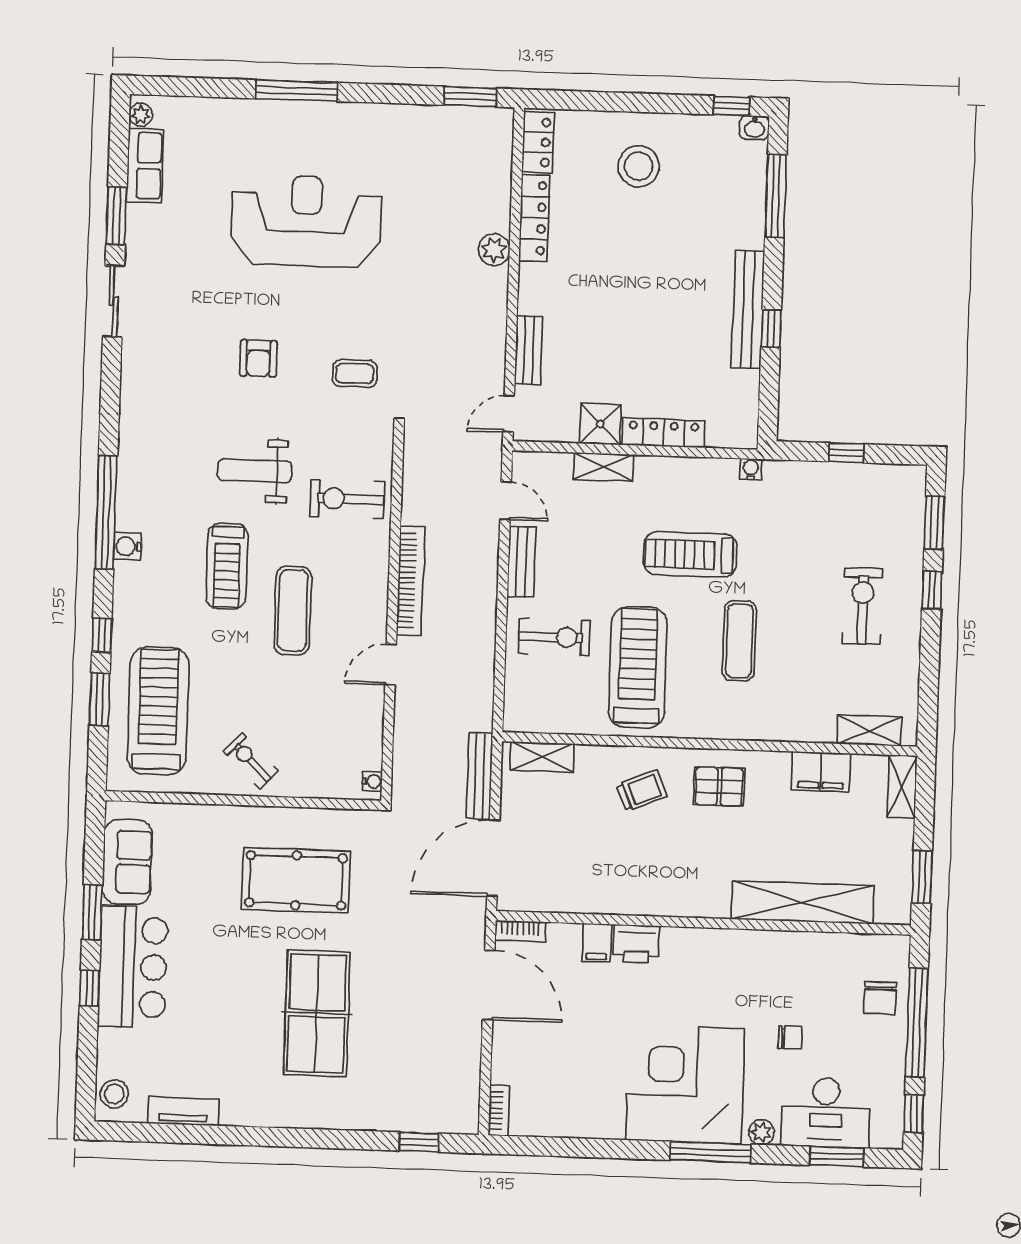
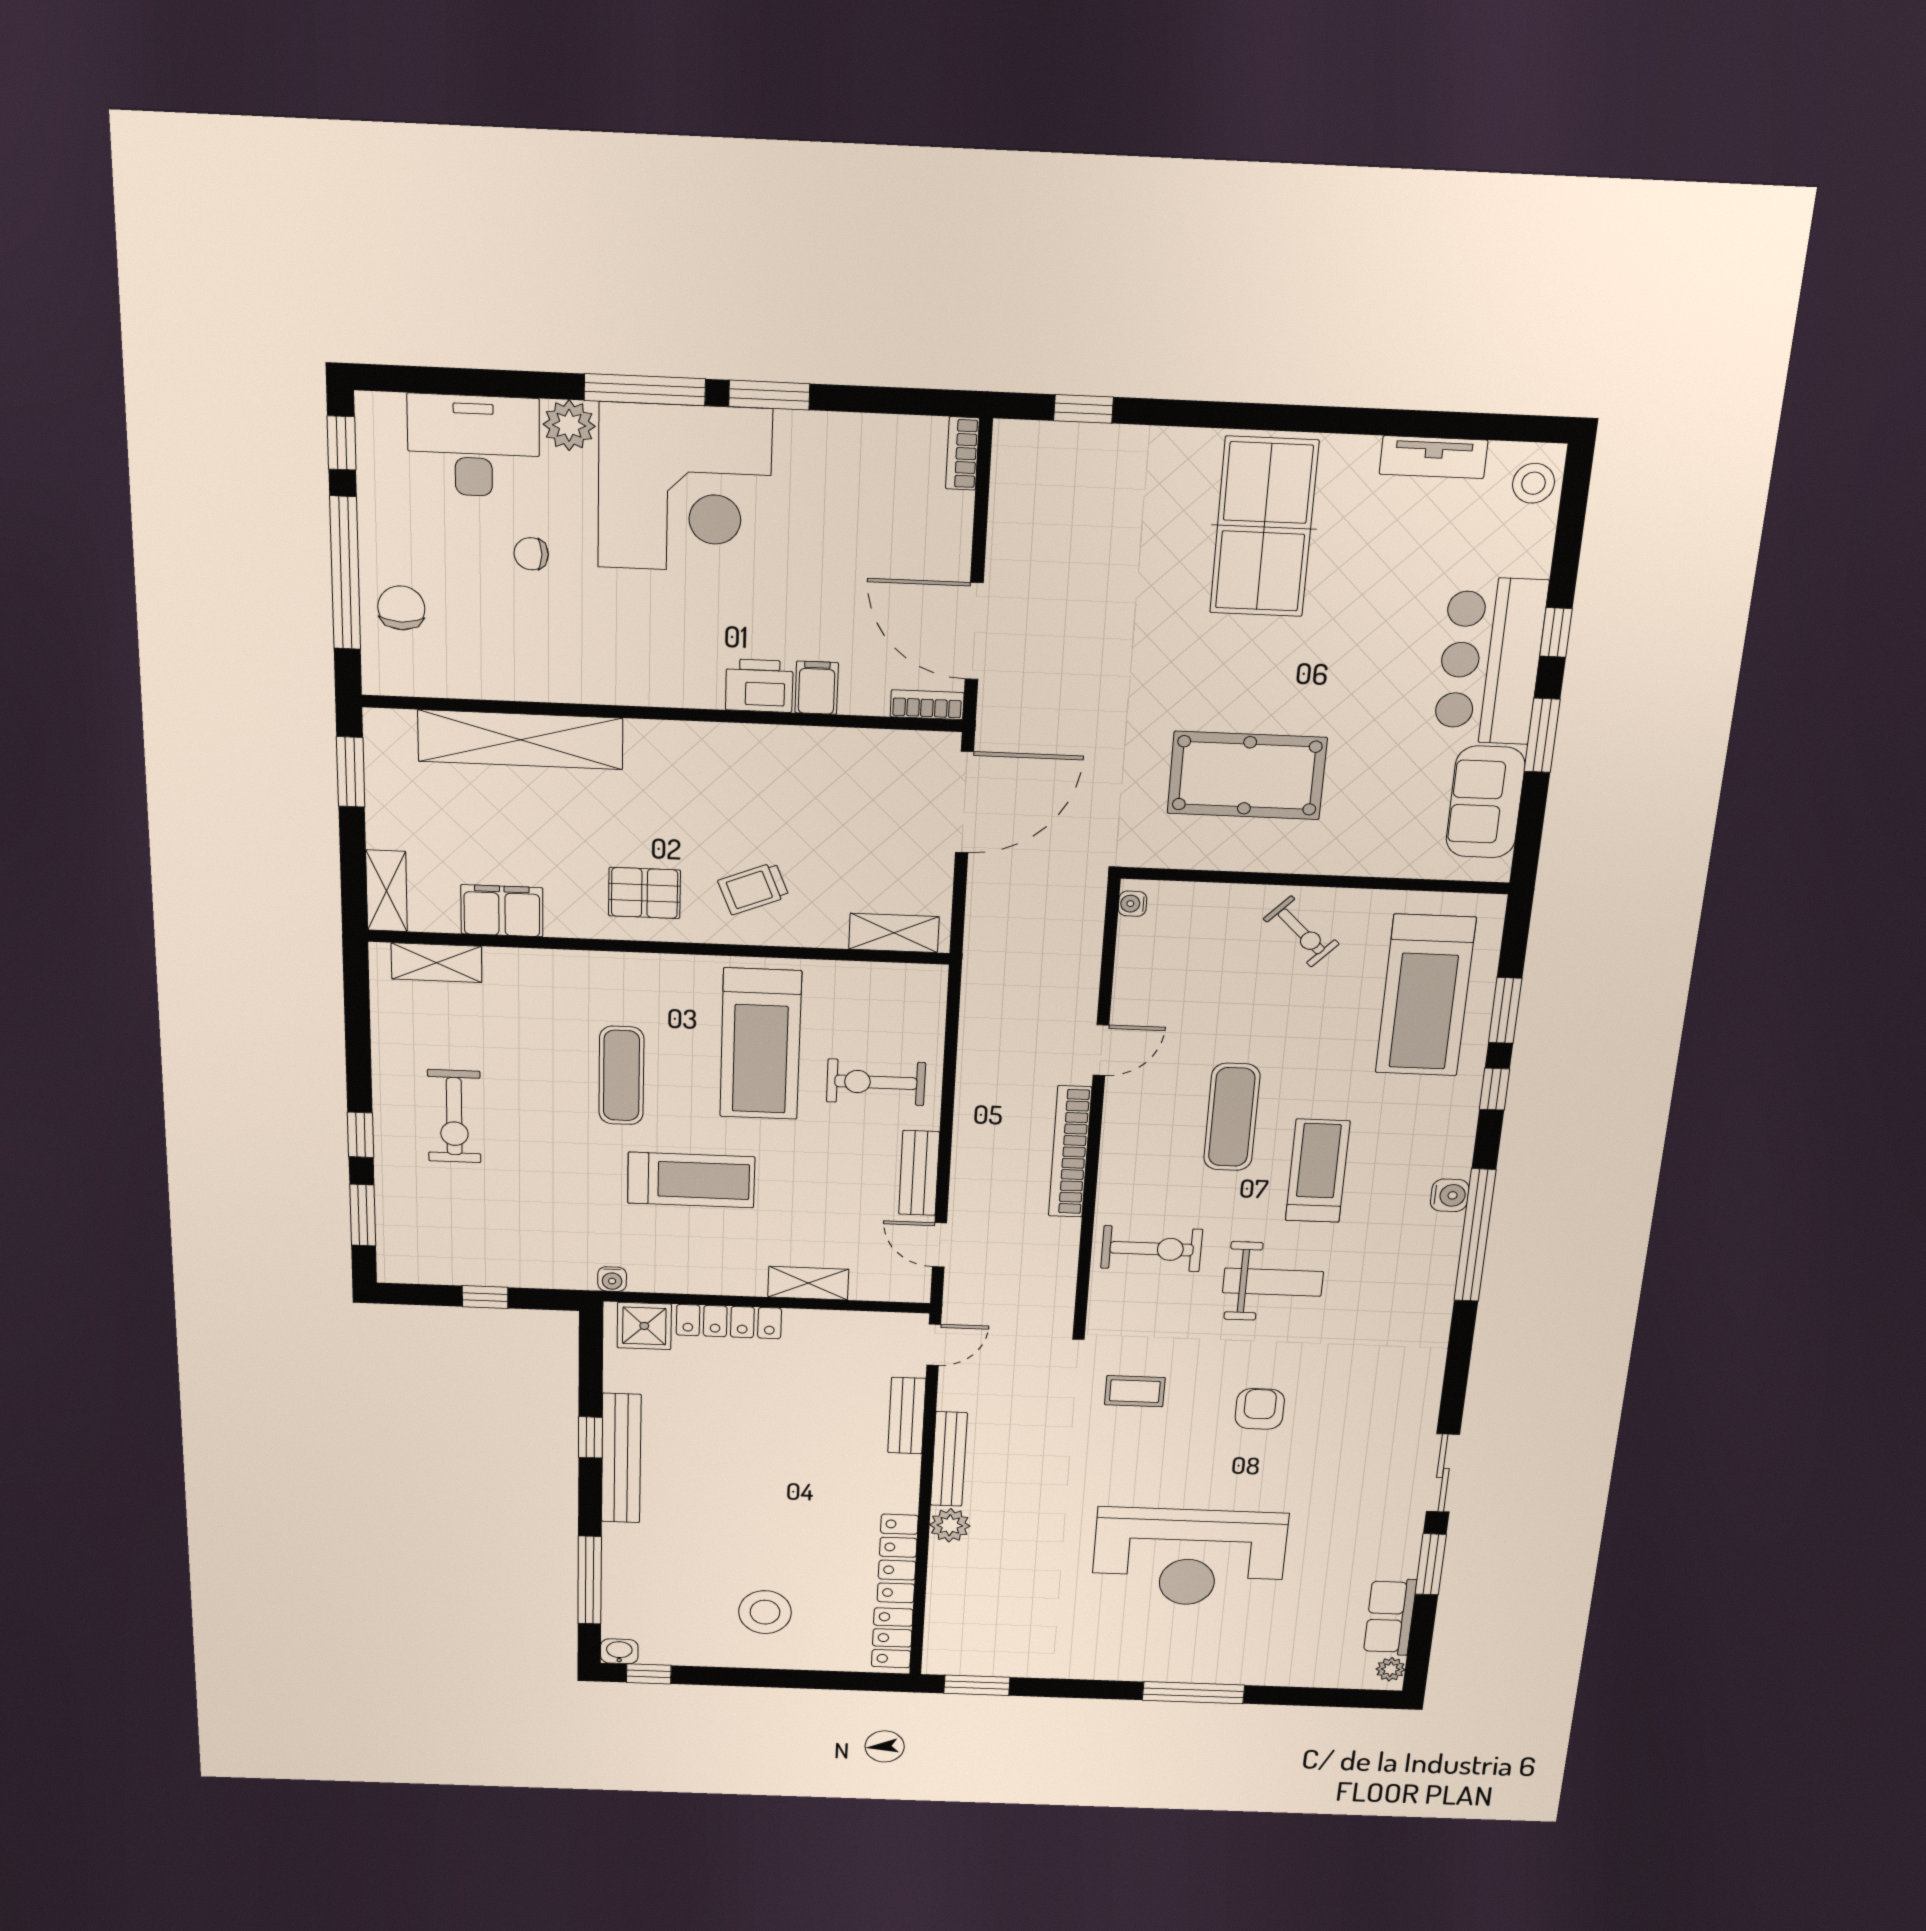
shower: (600, 424) -> (644, 1326), moved
bench: (479, 776) -> (949, 1459), moved
table tennis table: (317, 1013) -> (1264, 527), moved
plant: (761, 1132) -> (569, 425), width x1.38, depth x1.38
window: (837, 1157) -> (769, 395), moved

